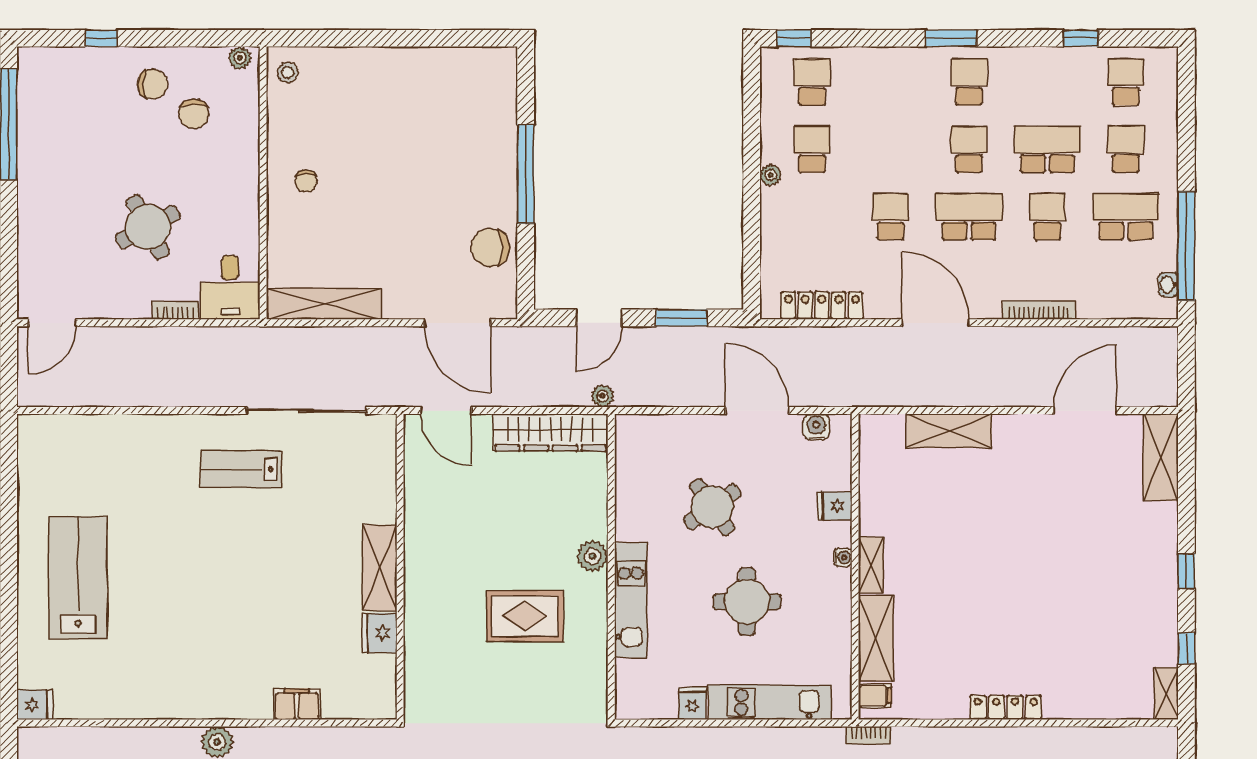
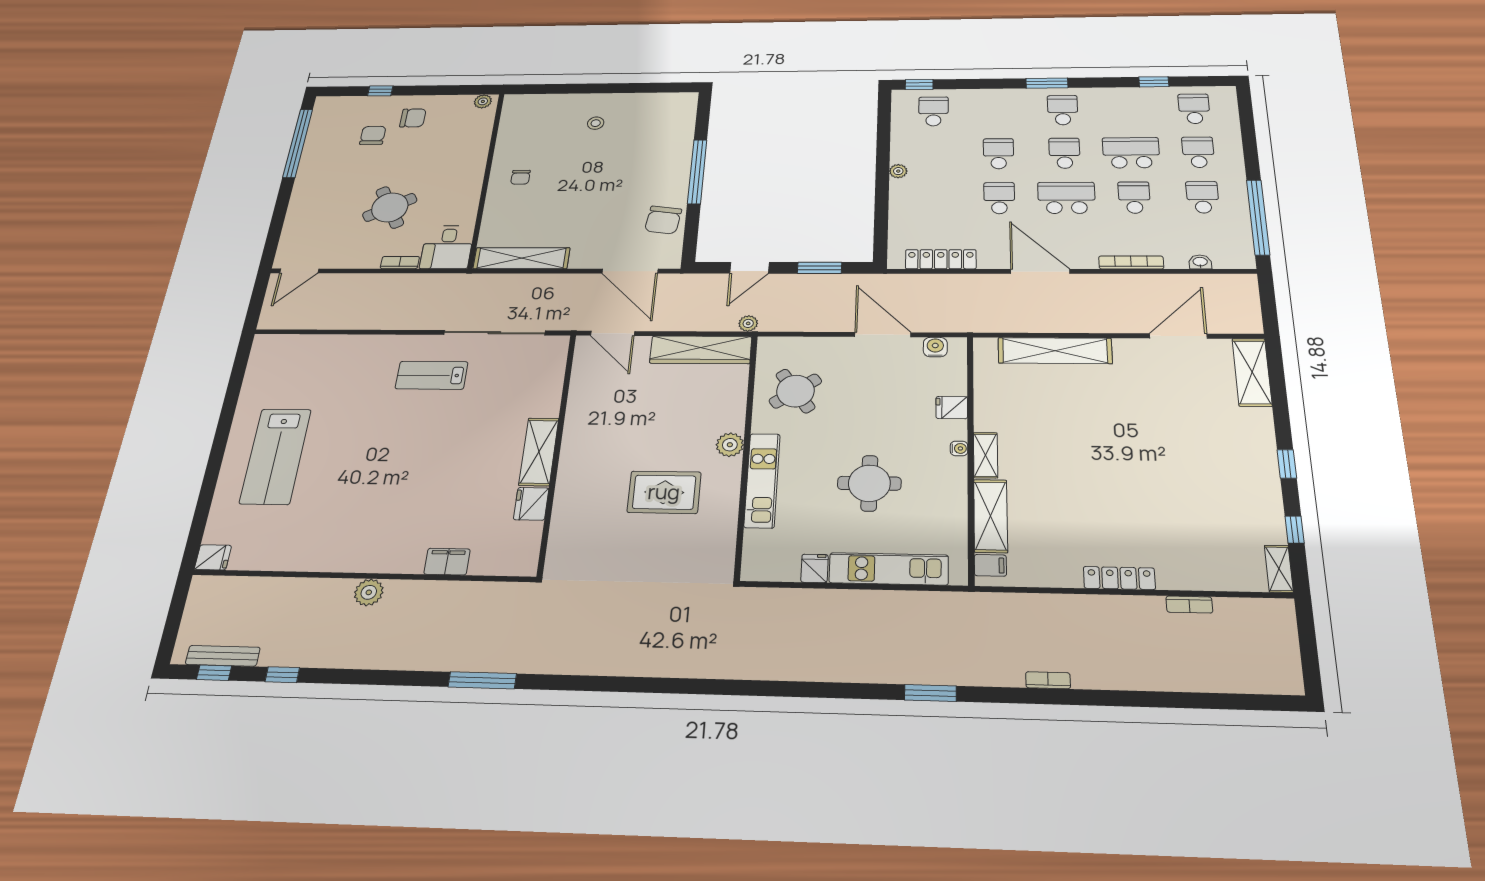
stool: (288, 72) -> (596, 123), moved
chair: (194, 114) -> (373, 135), moved, turned 180
school desk: (812, 149) -> (999, 154), moved
school desk: (1126, 217) -> (1203, 197), width x0.54
chair: (490, 248) -> (663, 220), turned -82
washbasin: (1168, 285) -> (1200, 262), moved, turned 90
shelving: (949, 431) -> (1055, 351), width x1.47
round table: (712, 507) -> (795, 391), moved
lab bench: (78, 578) -> (276, 456), turned 180
bookcase: (868, 735) -> (1189, 605), moved

